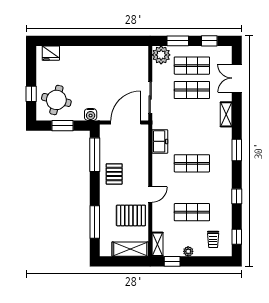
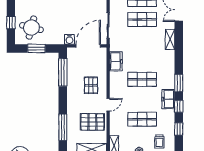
water cooler: (91, 115) -> (69, 39), moved
window: (237, 150) -> (179, 83), moved
pallet: (114, 174) -> (91, 85), moved
freezer: (224, 188) -> (168, 99), added
window: (237, 237) -> (179, 129), moved

